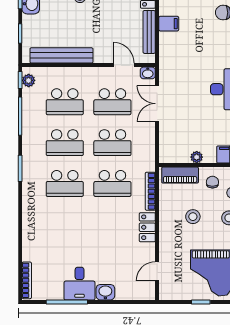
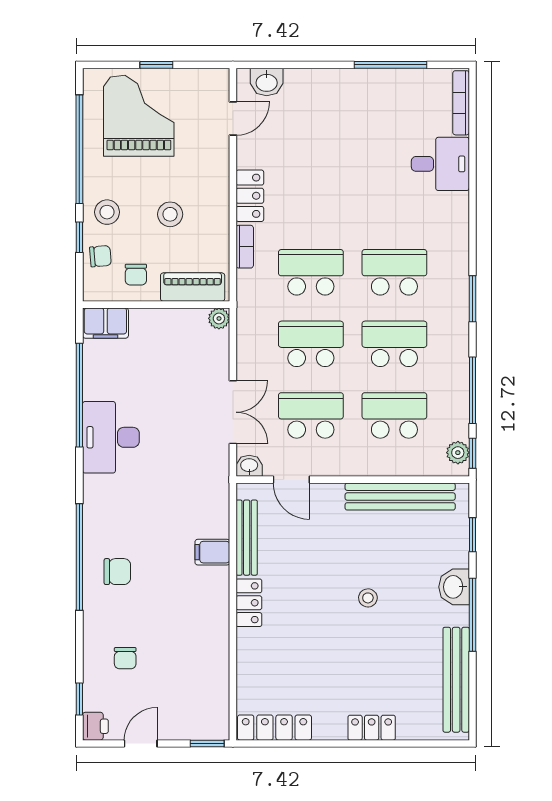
plant: (197, 157) -> (219, 318), moved
bookcase: (150, 191) -> (245, 247), width x0.64
desk: (80, 284) -> (440, 164), moved, turned 90
washbasin: (105, 292) -> (267, 82), moved

